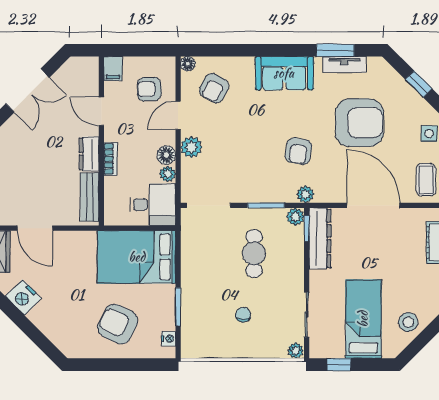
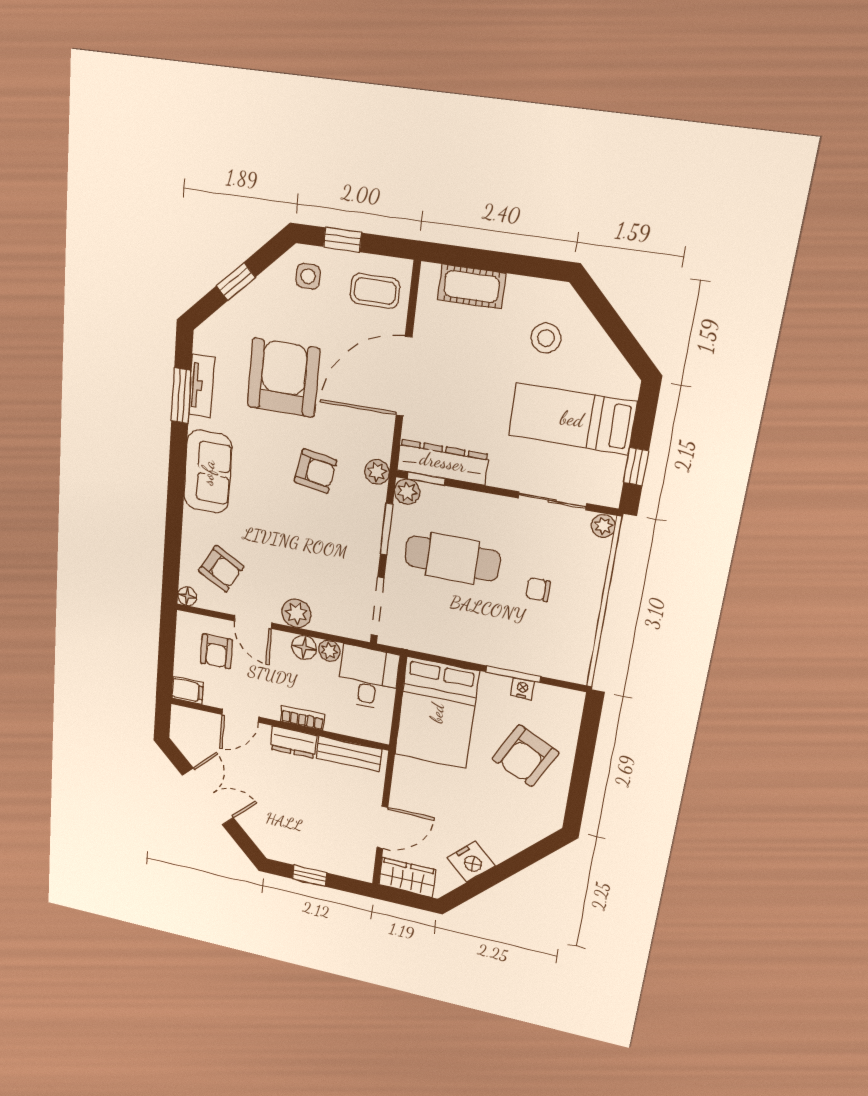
cafe table: (254, 254) -> (452, 558), width x1.37, depth x1.35
stool: (408, 322) -> (546, 338), moved
nightstand: (169, 339) -> (522, 689), moved

